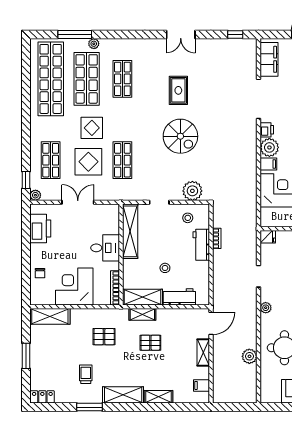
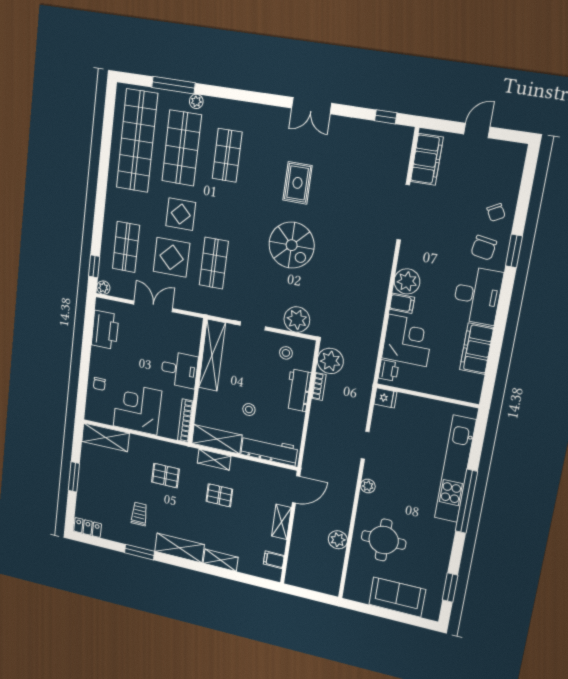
printer: (267, 130) -> (389, 371), moved
plant: (222, 217) -> (330, 361), added
workbench: (179, 297) -> (269, 450), width x1.37

